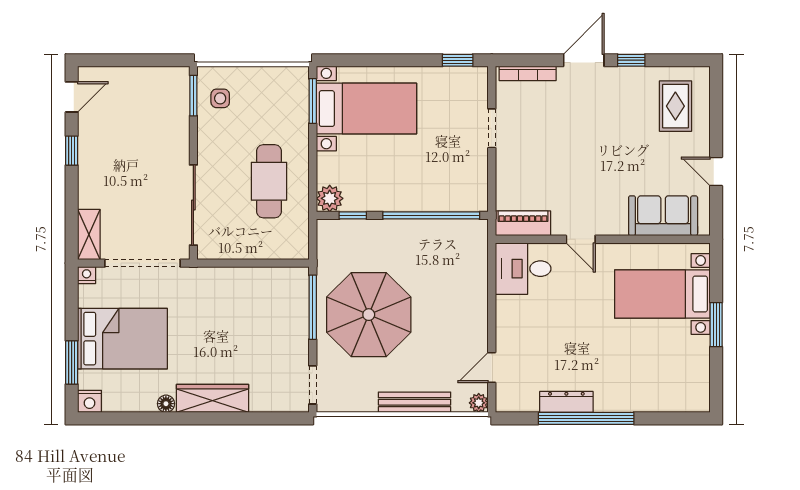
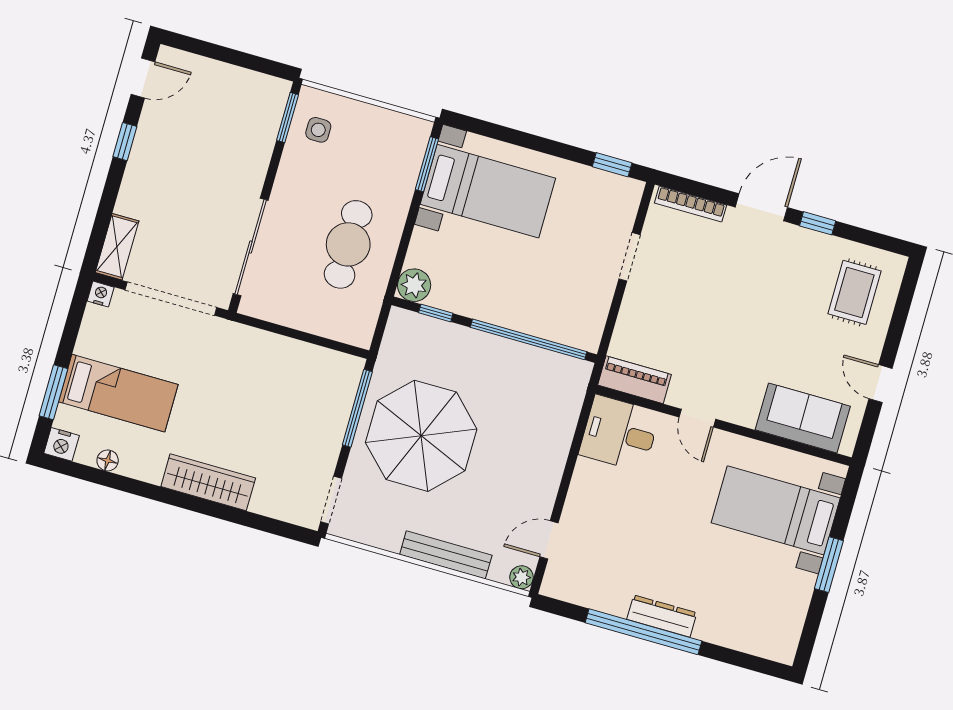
bed: (122, 339) -> (118, 393), width x0.67
dresser: (566, 402) -> (662, 616), moved
floor lamp: (166, 404) -> (108, 460), moved

